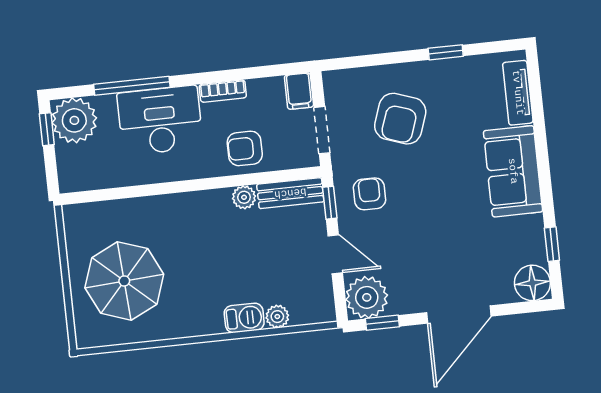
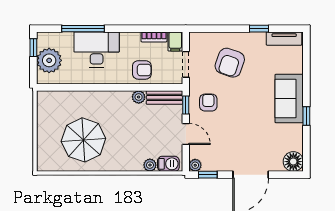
bookcase: (223, 91) -> (154, 37), moved
tv unit: (518, 93) -> (284, 39), moved, turned -90
plant: (74, 120) -> (49, 60), moved
armchair: (245, 148) -> (142, 70), turned 180
window: (552, 244) -> (306, 116), moved
parasol: (124, 281) -> (83, 140), moved
plant: (367, 297) -> (195, 165), width x0.53, depth x0.53
barbecue: (244, 318) -> (168, 164), moved

